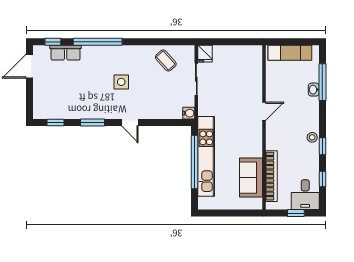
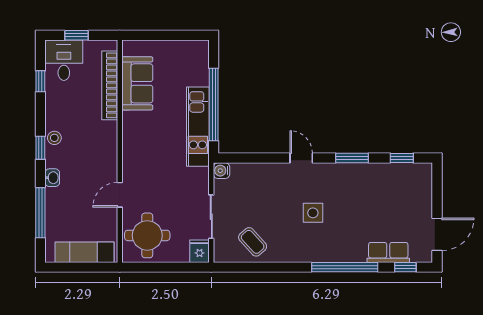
round table: (244, 65) -> (147, 235), added
washbasin: (314, 90) -> (52, 178), moved
door: (264, 111) -> (120, 195), moved
window: (322, 146) -> (40, 148), moved
kitchen unit: (206, 156) -> (198, 127), width x0.73

